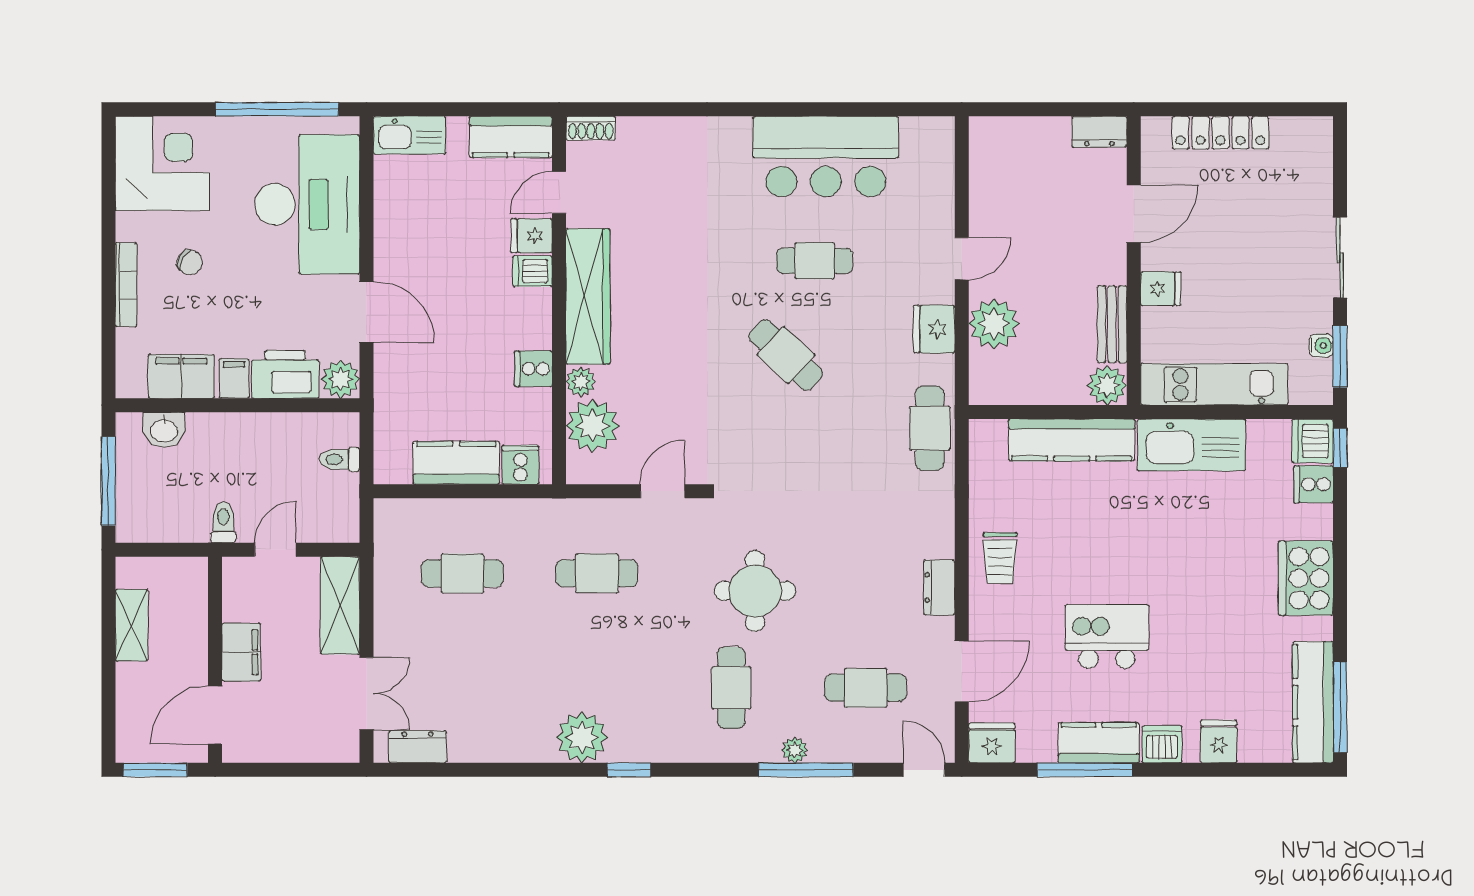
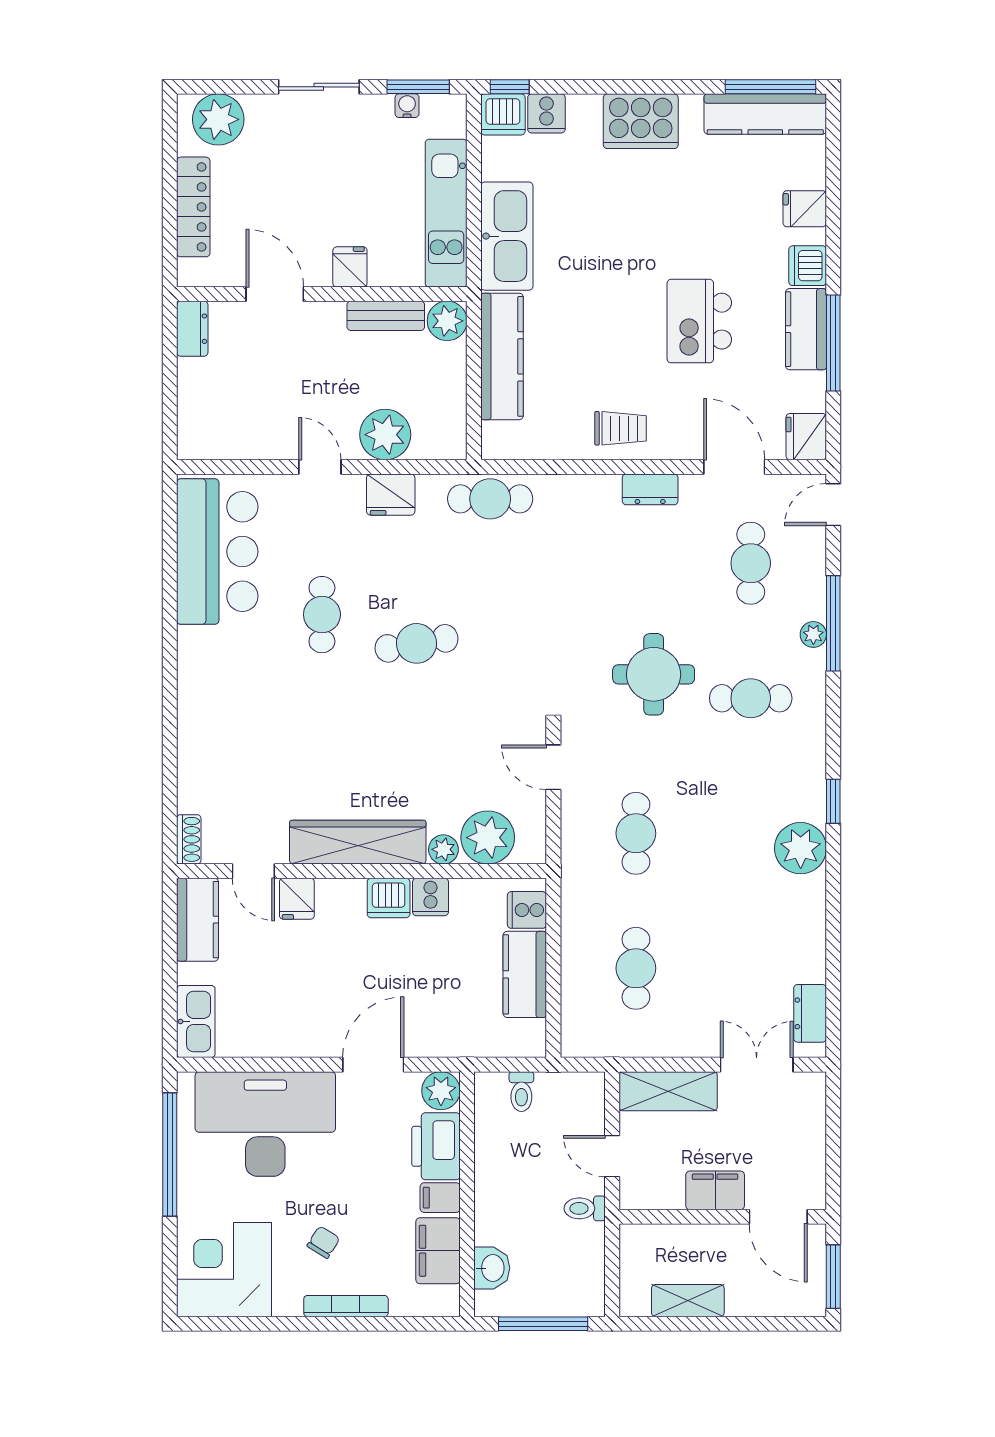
bar counter: (826, 157) -> (217, 552), moved
plant: (1308, 158) -> (218, 119), added
dishwasher: (532, 271) -> (389, 898), moved, width x1.38
cafe table: (786, 355) -> (417, 643), turned 37

